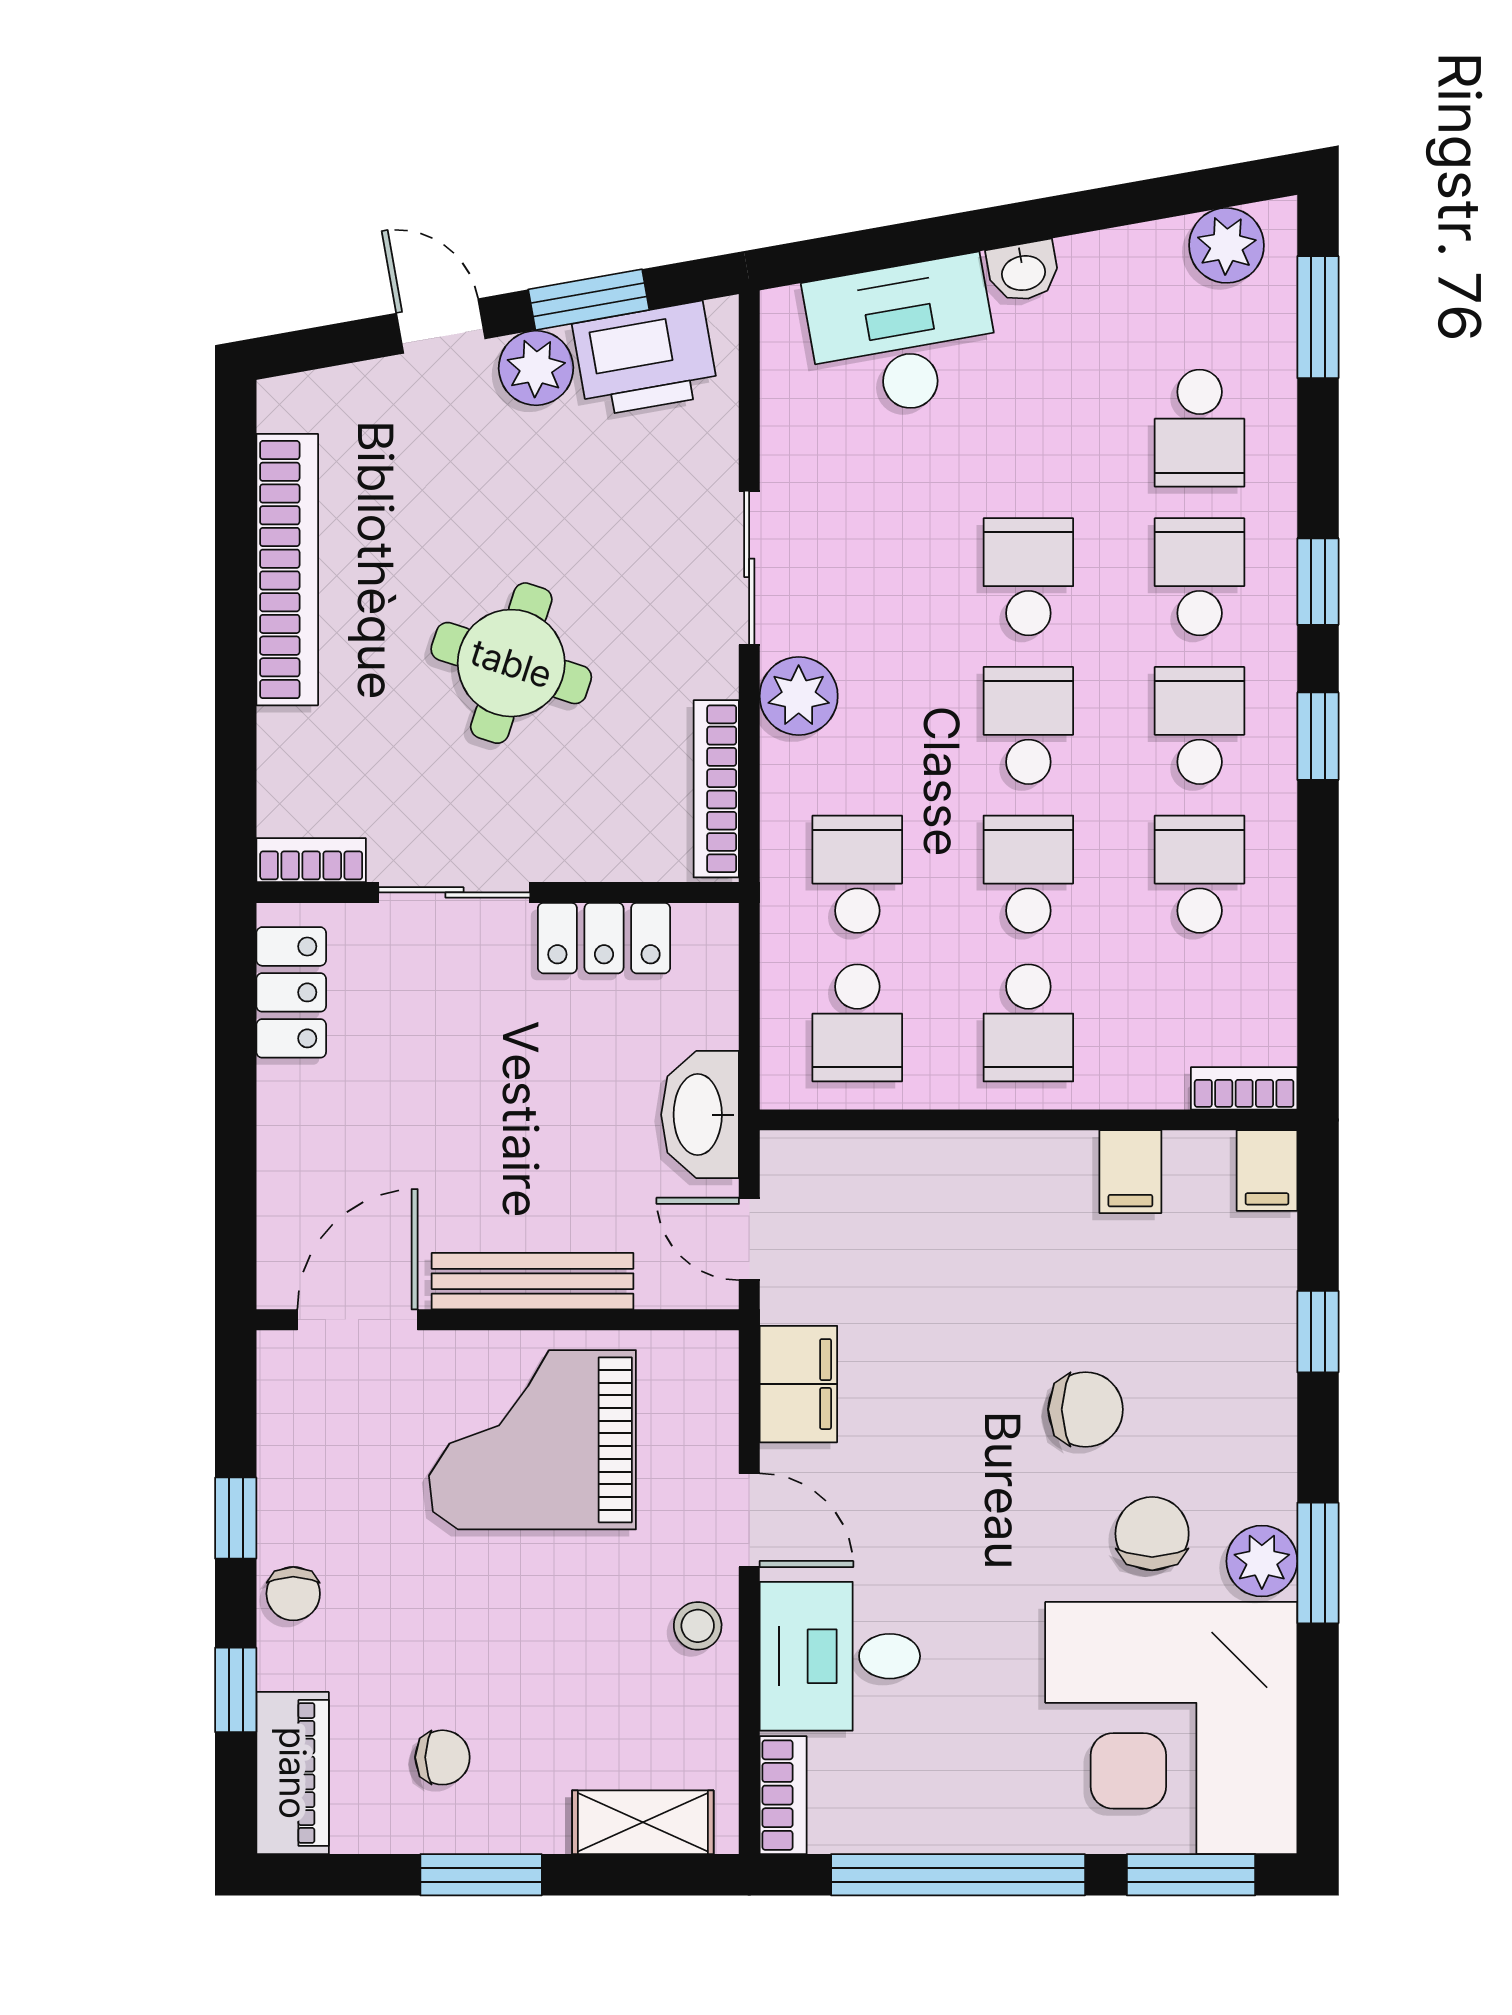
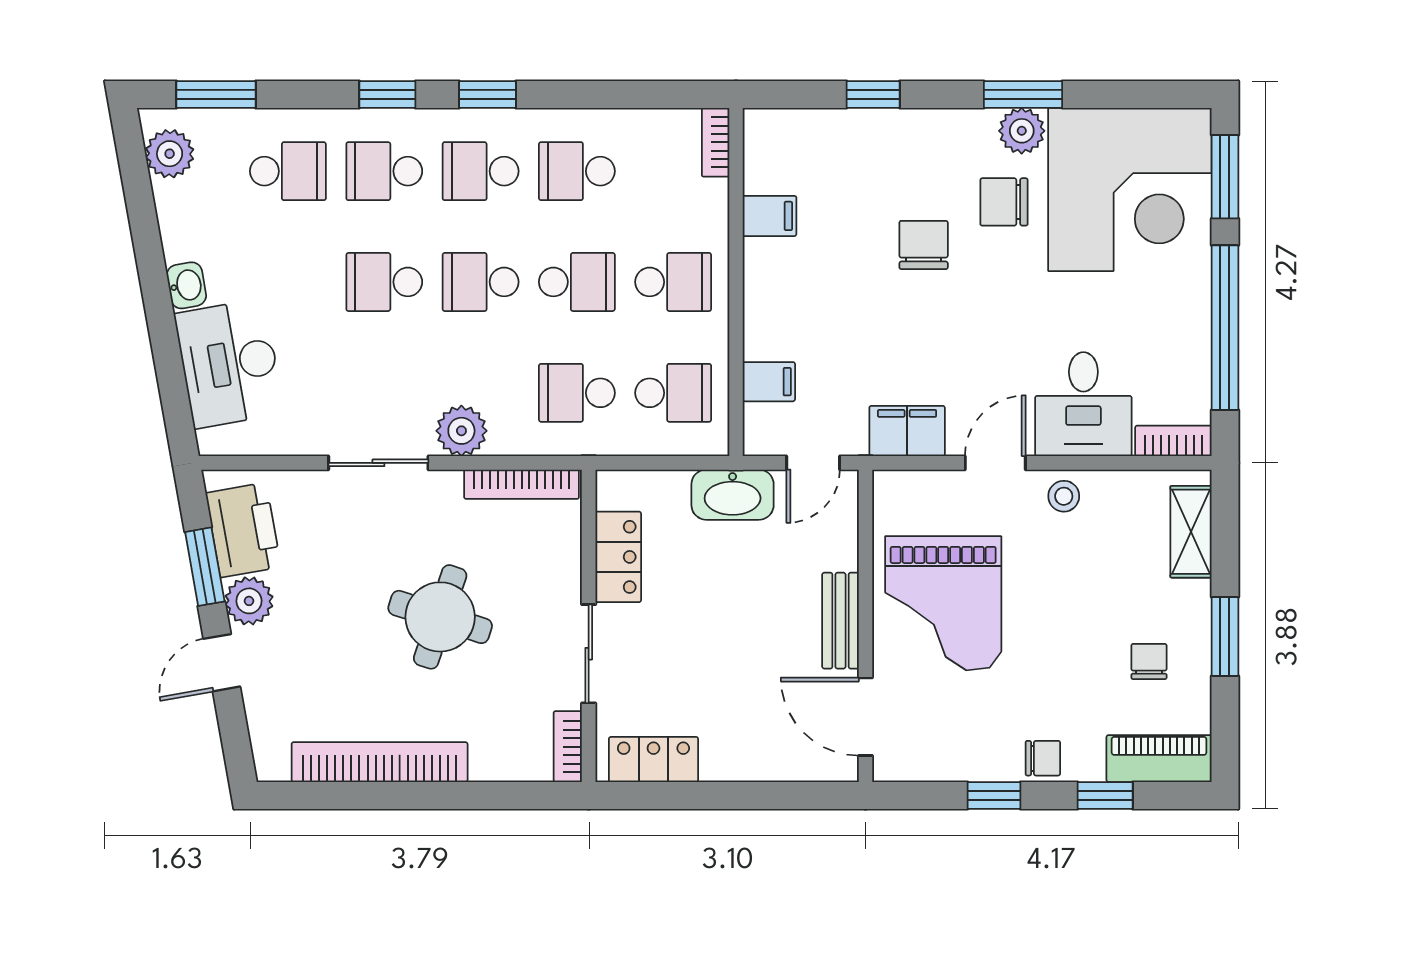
school desk: (1028, 874) -> (577, 282), turned 180
filing cabinet: (1267, 1171) -> (769, 382), moved
bench: (532, 1281) -> (840, 621), width x0.73

